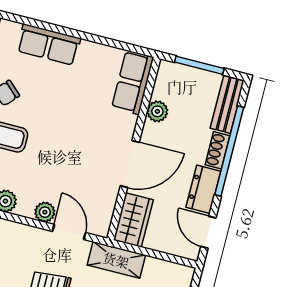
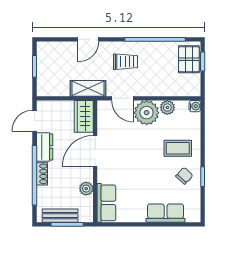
bench: (227, 104) -> (60, 216), moved, turned 90
plant: (45, 212) -> (147, 113), width x1.88, depth x1.88
door: (208, 232) -> (34, 121), swing flipped

